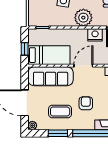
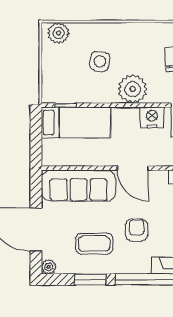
window: (25, 49) -> (36, 141), removed
bed: (49, 55) -> (76, 123), moved
door: (83, 66) -> (133, 168), swing flipped

